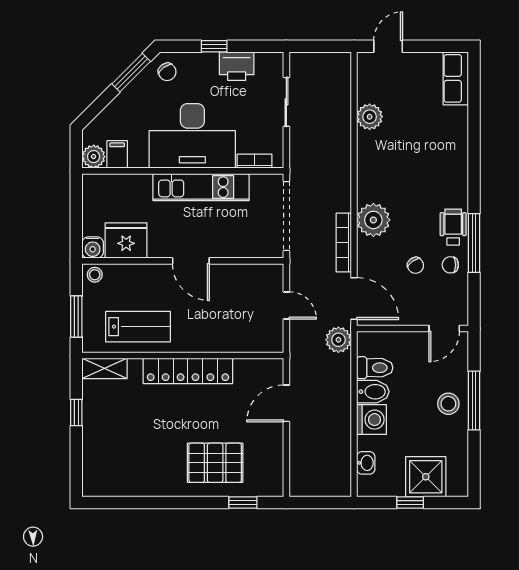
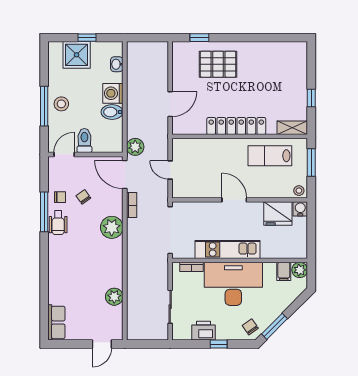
bookcase: (344, 243) -> (132, 205), width x0.64
toilet: (375, 368) -> (84, 141), moved, turned 90

